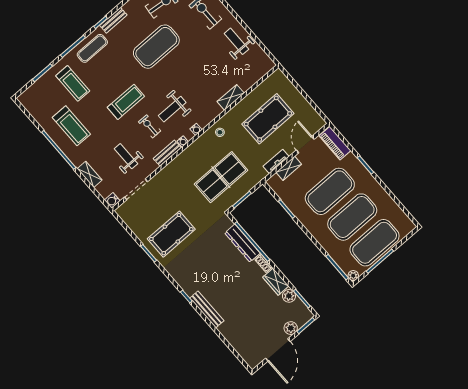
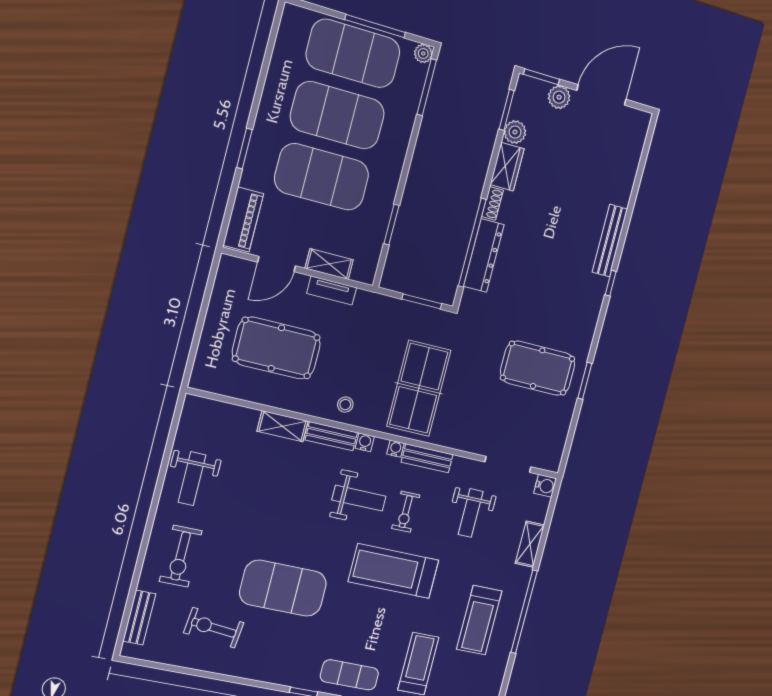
bench: (113, 20) -> (331, 436), moved
treadmill: (126, 102) -> (394, 571), width x1.37, depth x1.38
treadmill: (71, 126) -> (479, 620), turned 180
table tennis table: (221, 177) -> (419, 388), moved, turned 90

